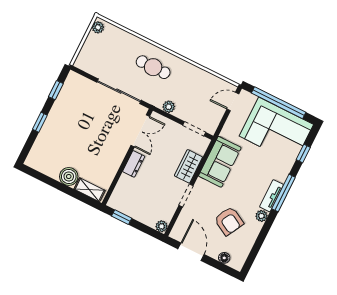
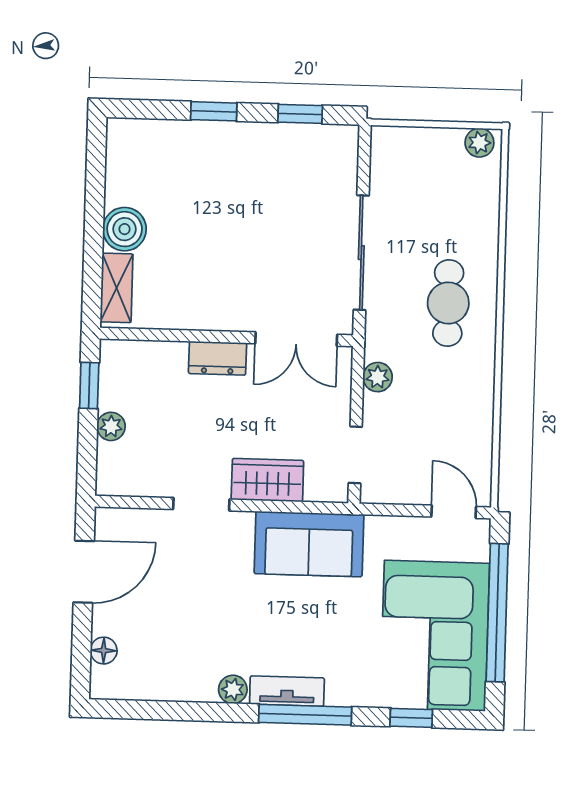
armchair: (229, 221) -> (189, 624), removed
plant: (162, 226) -> (111, 426), moved

